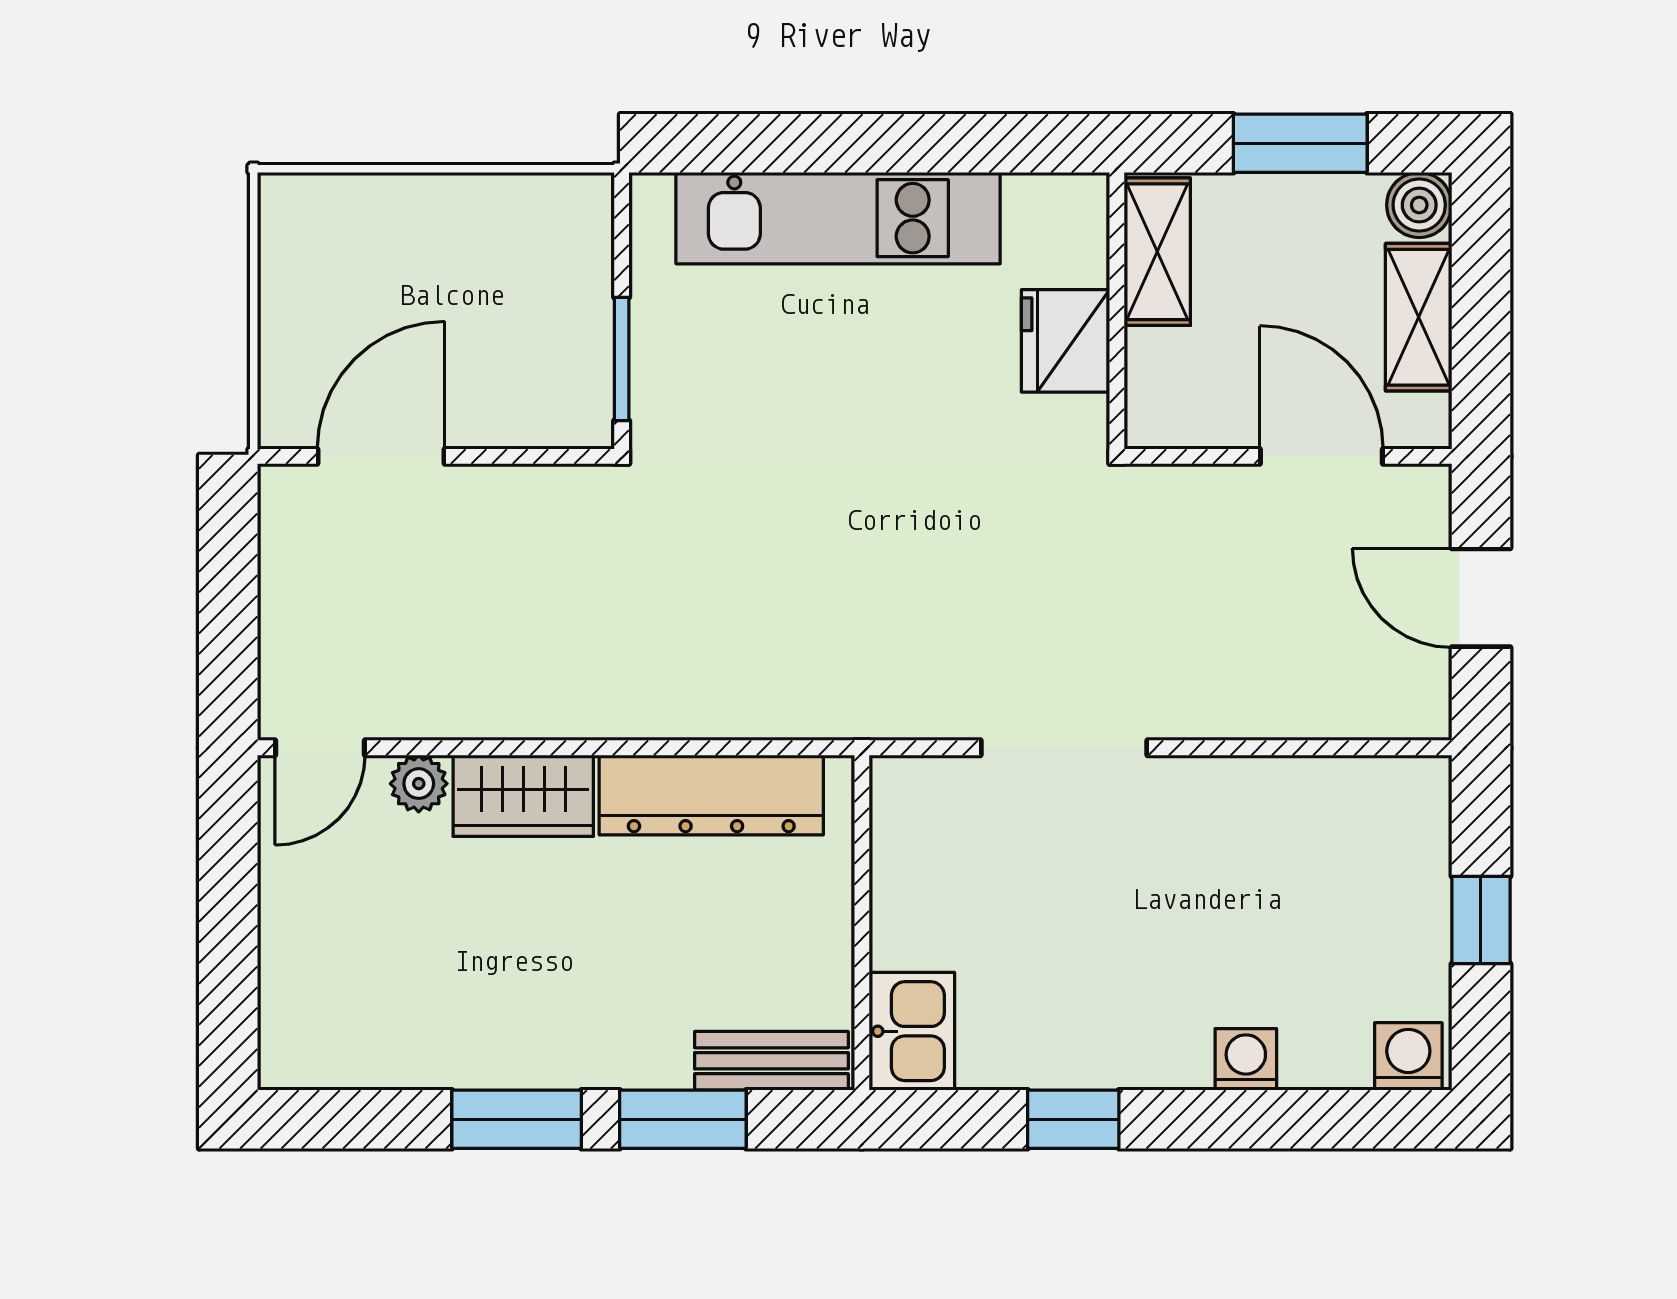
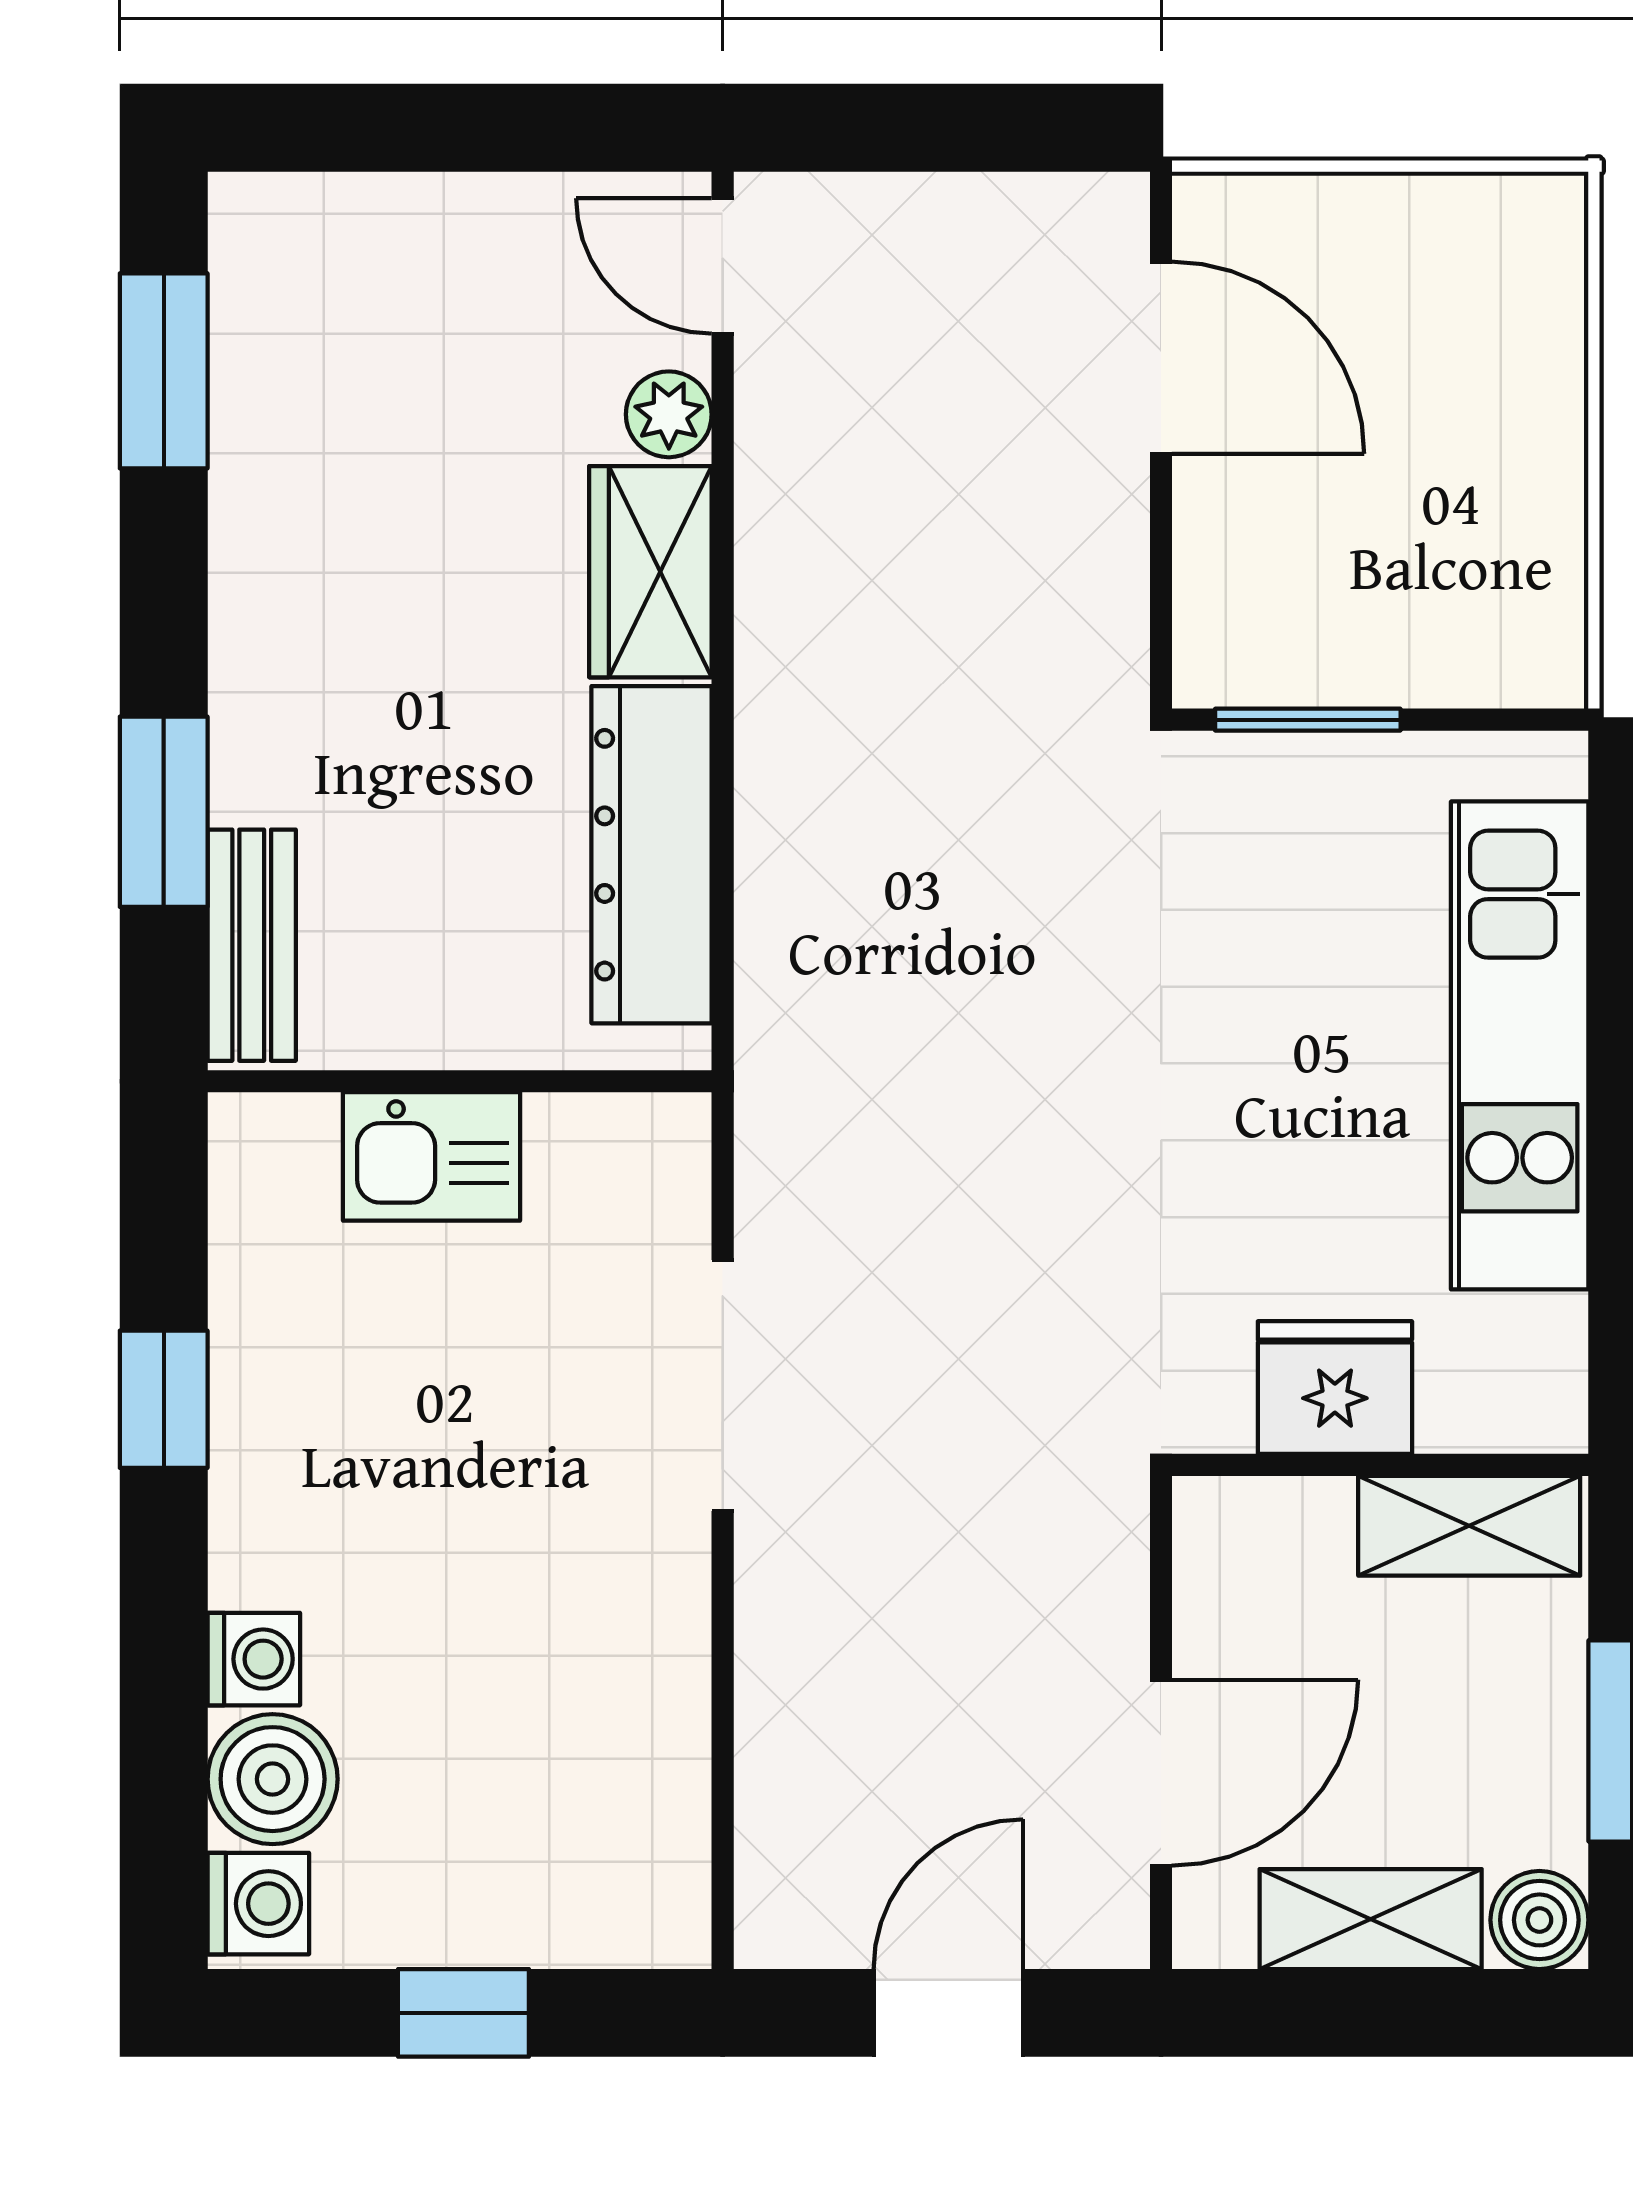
kitchen sink: (912, 1031) -> (432, 1156), moved
boiler: (1326, 1047) -> (273, 1779), added
window: (517, 1119) -> (164, 371), moved

